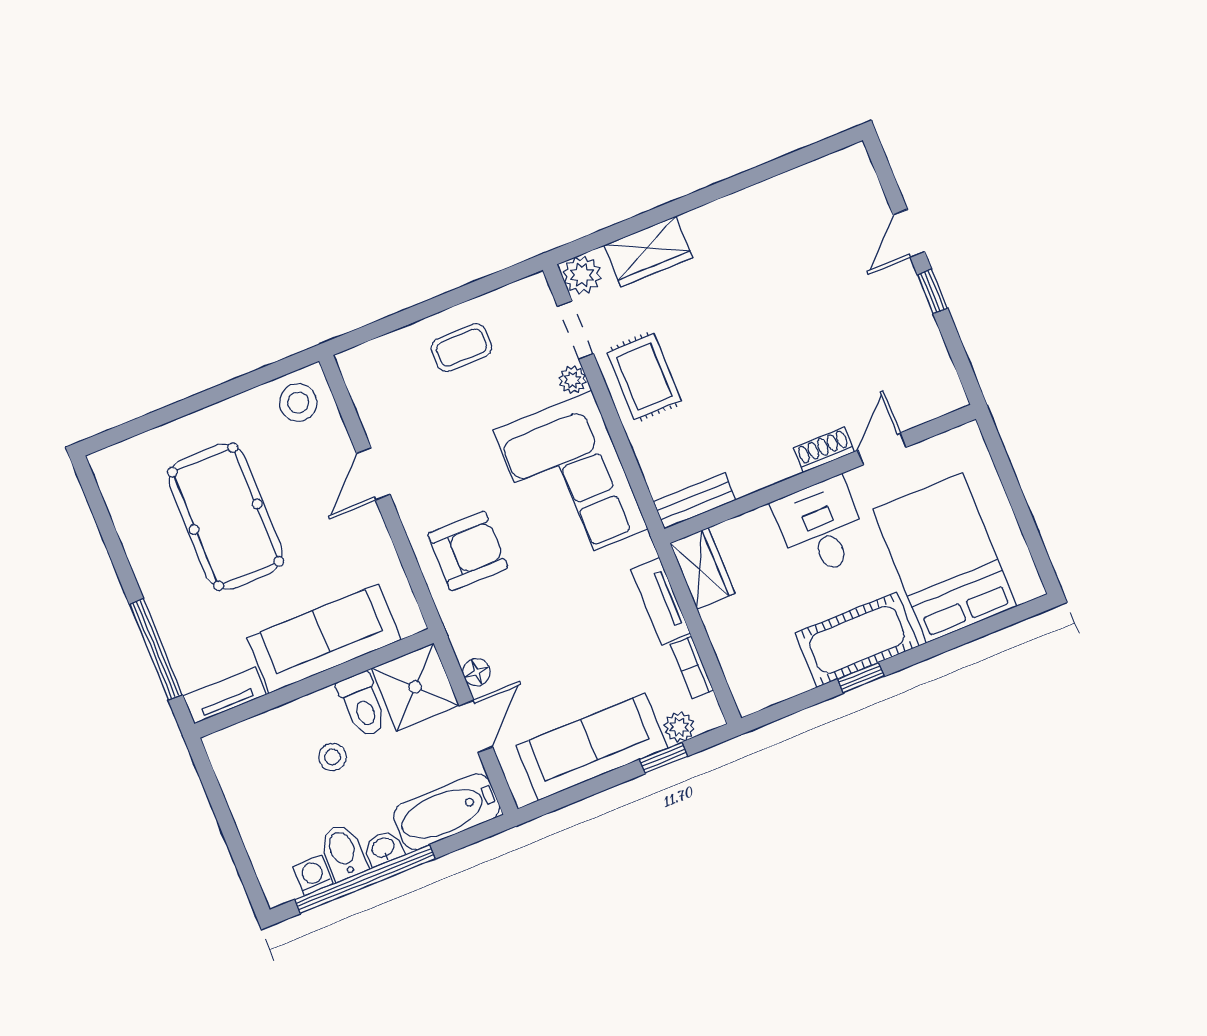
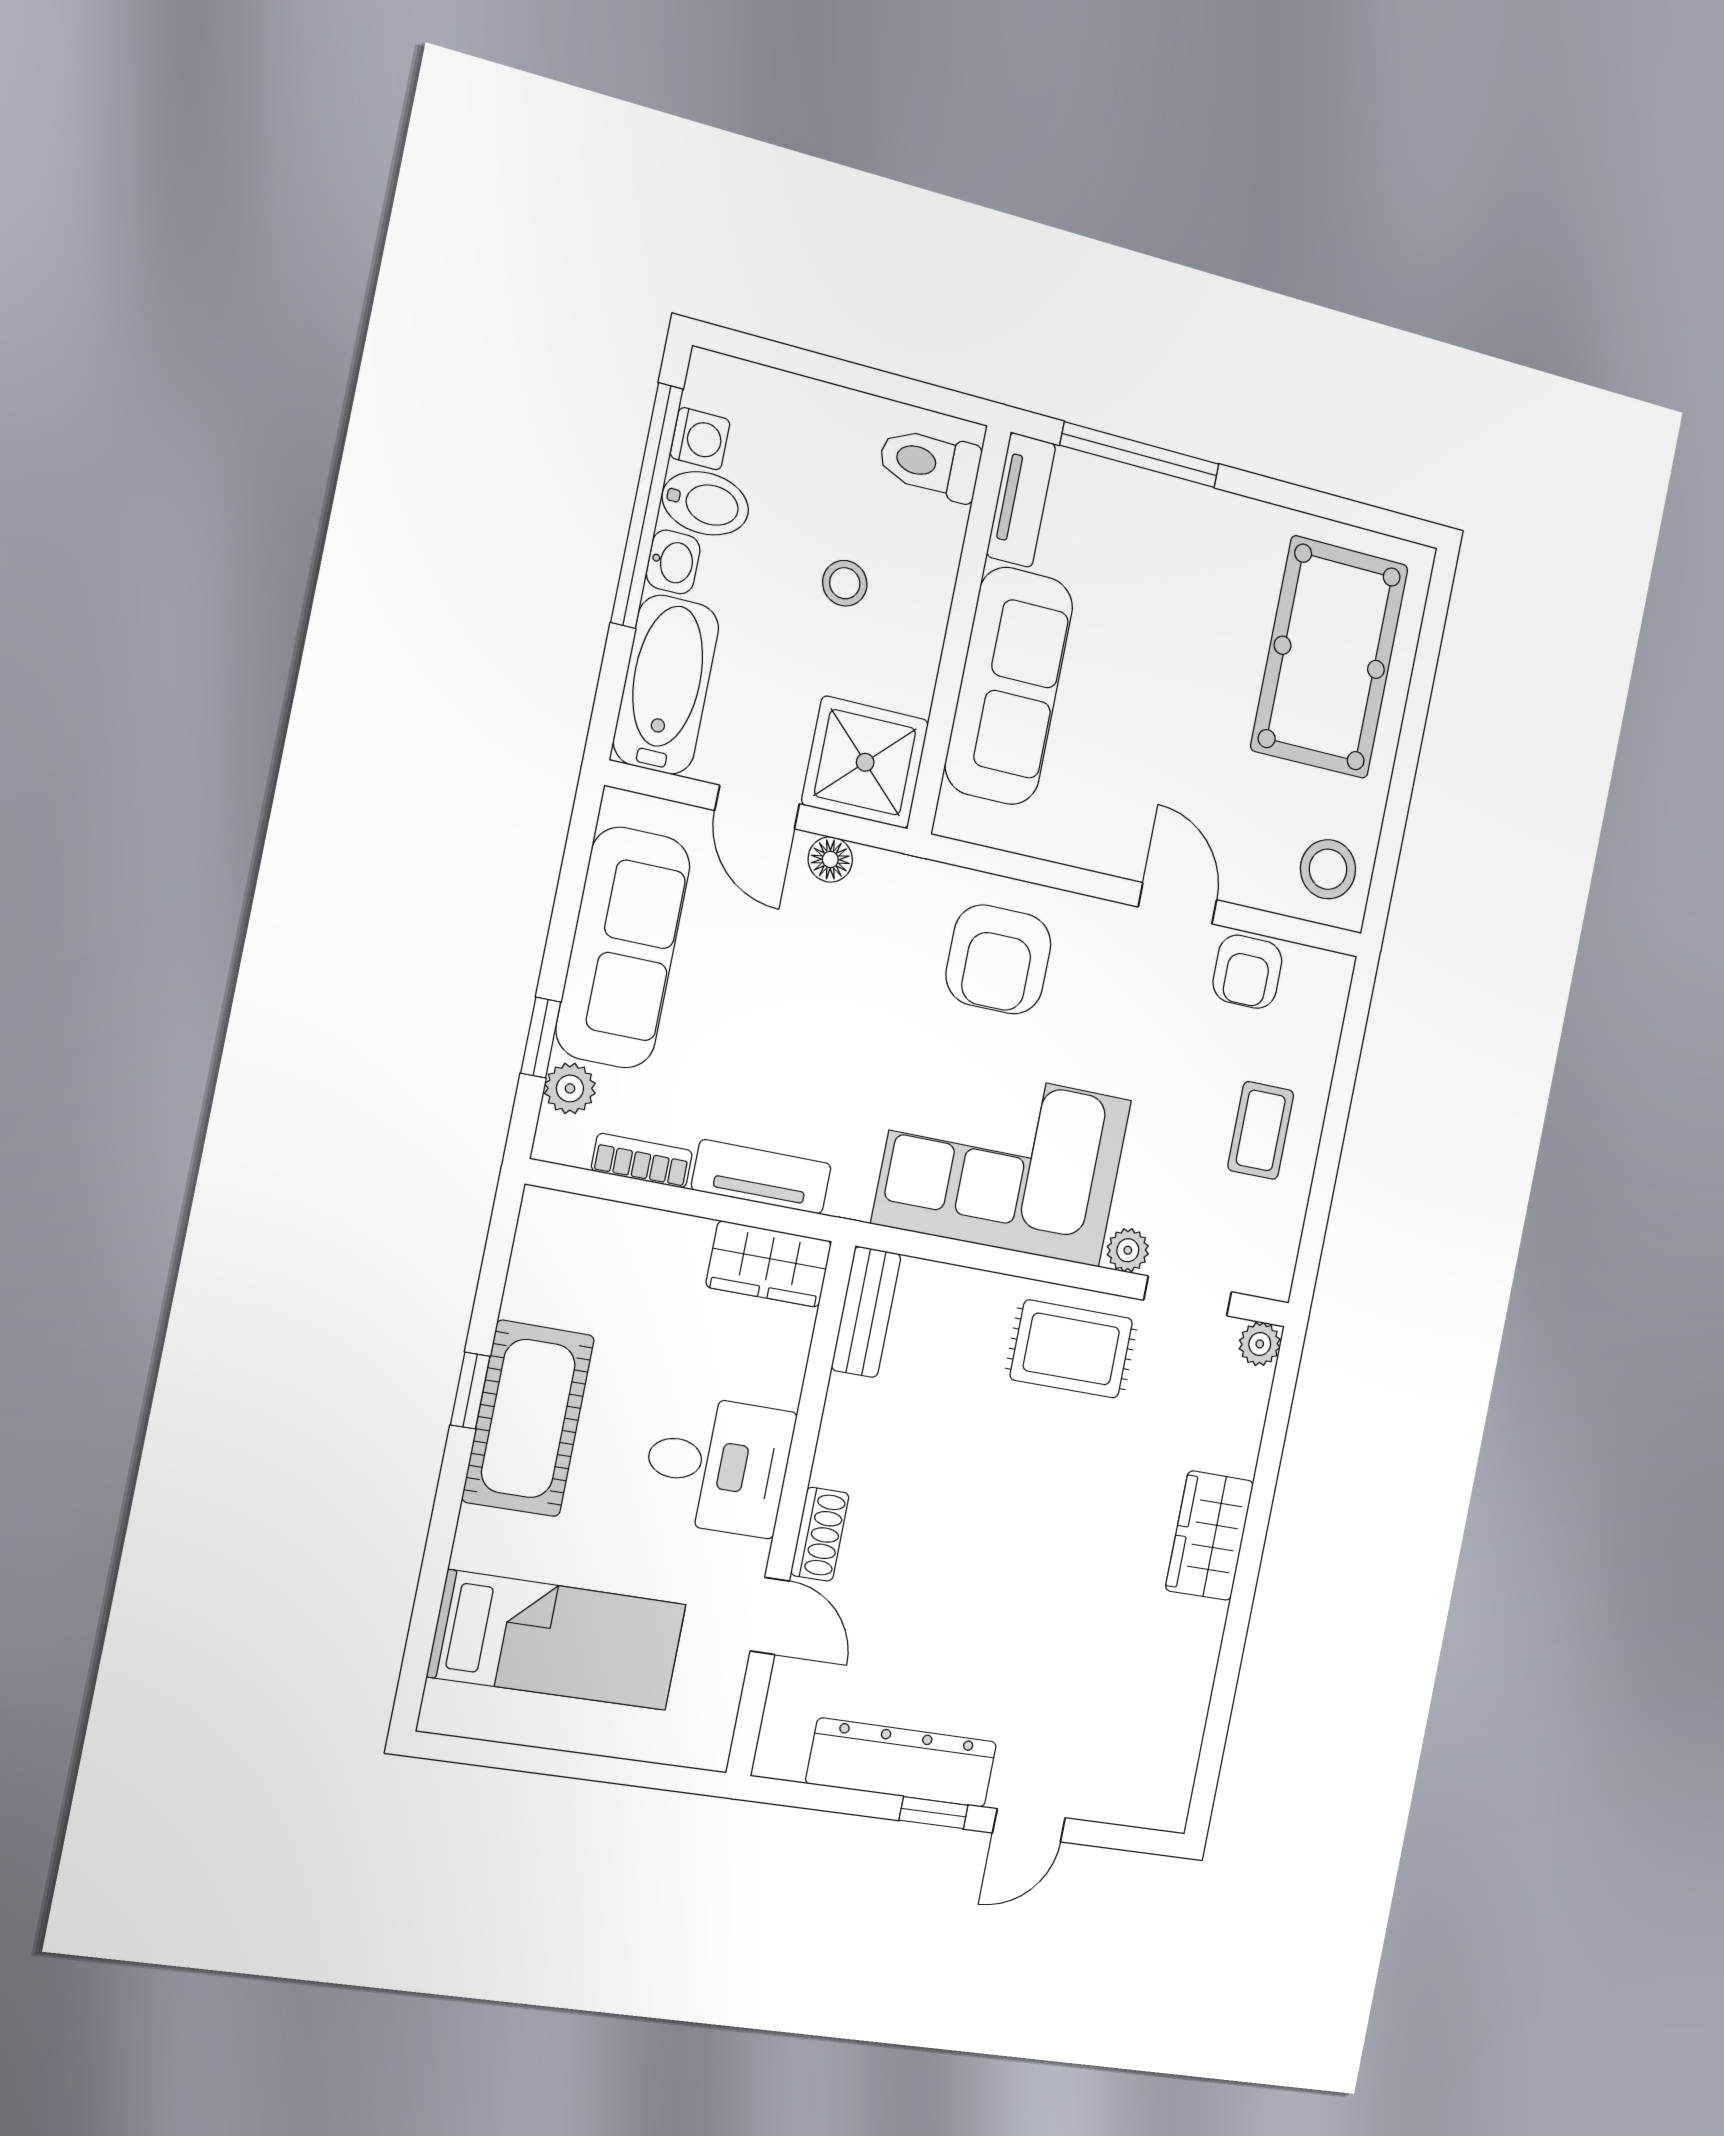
door: (909, 233) -> (1029, 1825), swing flipped
wardrobe: (648, 251) -> (1209, 1536), moved
plant: (582, 275) -> (1260, 1344), width x0.73, depth x0.73
dresser: (916, 327) -> (902, 1763), added
armchair: (383, 411) -> (1247, 972), added
pool table: (226, 517) -> (1329, 657), moved, turned 90
bed: (944, 558) -> (557, 1640), width x0.67
toilet: (363, 705) -> (930, 464), moved

